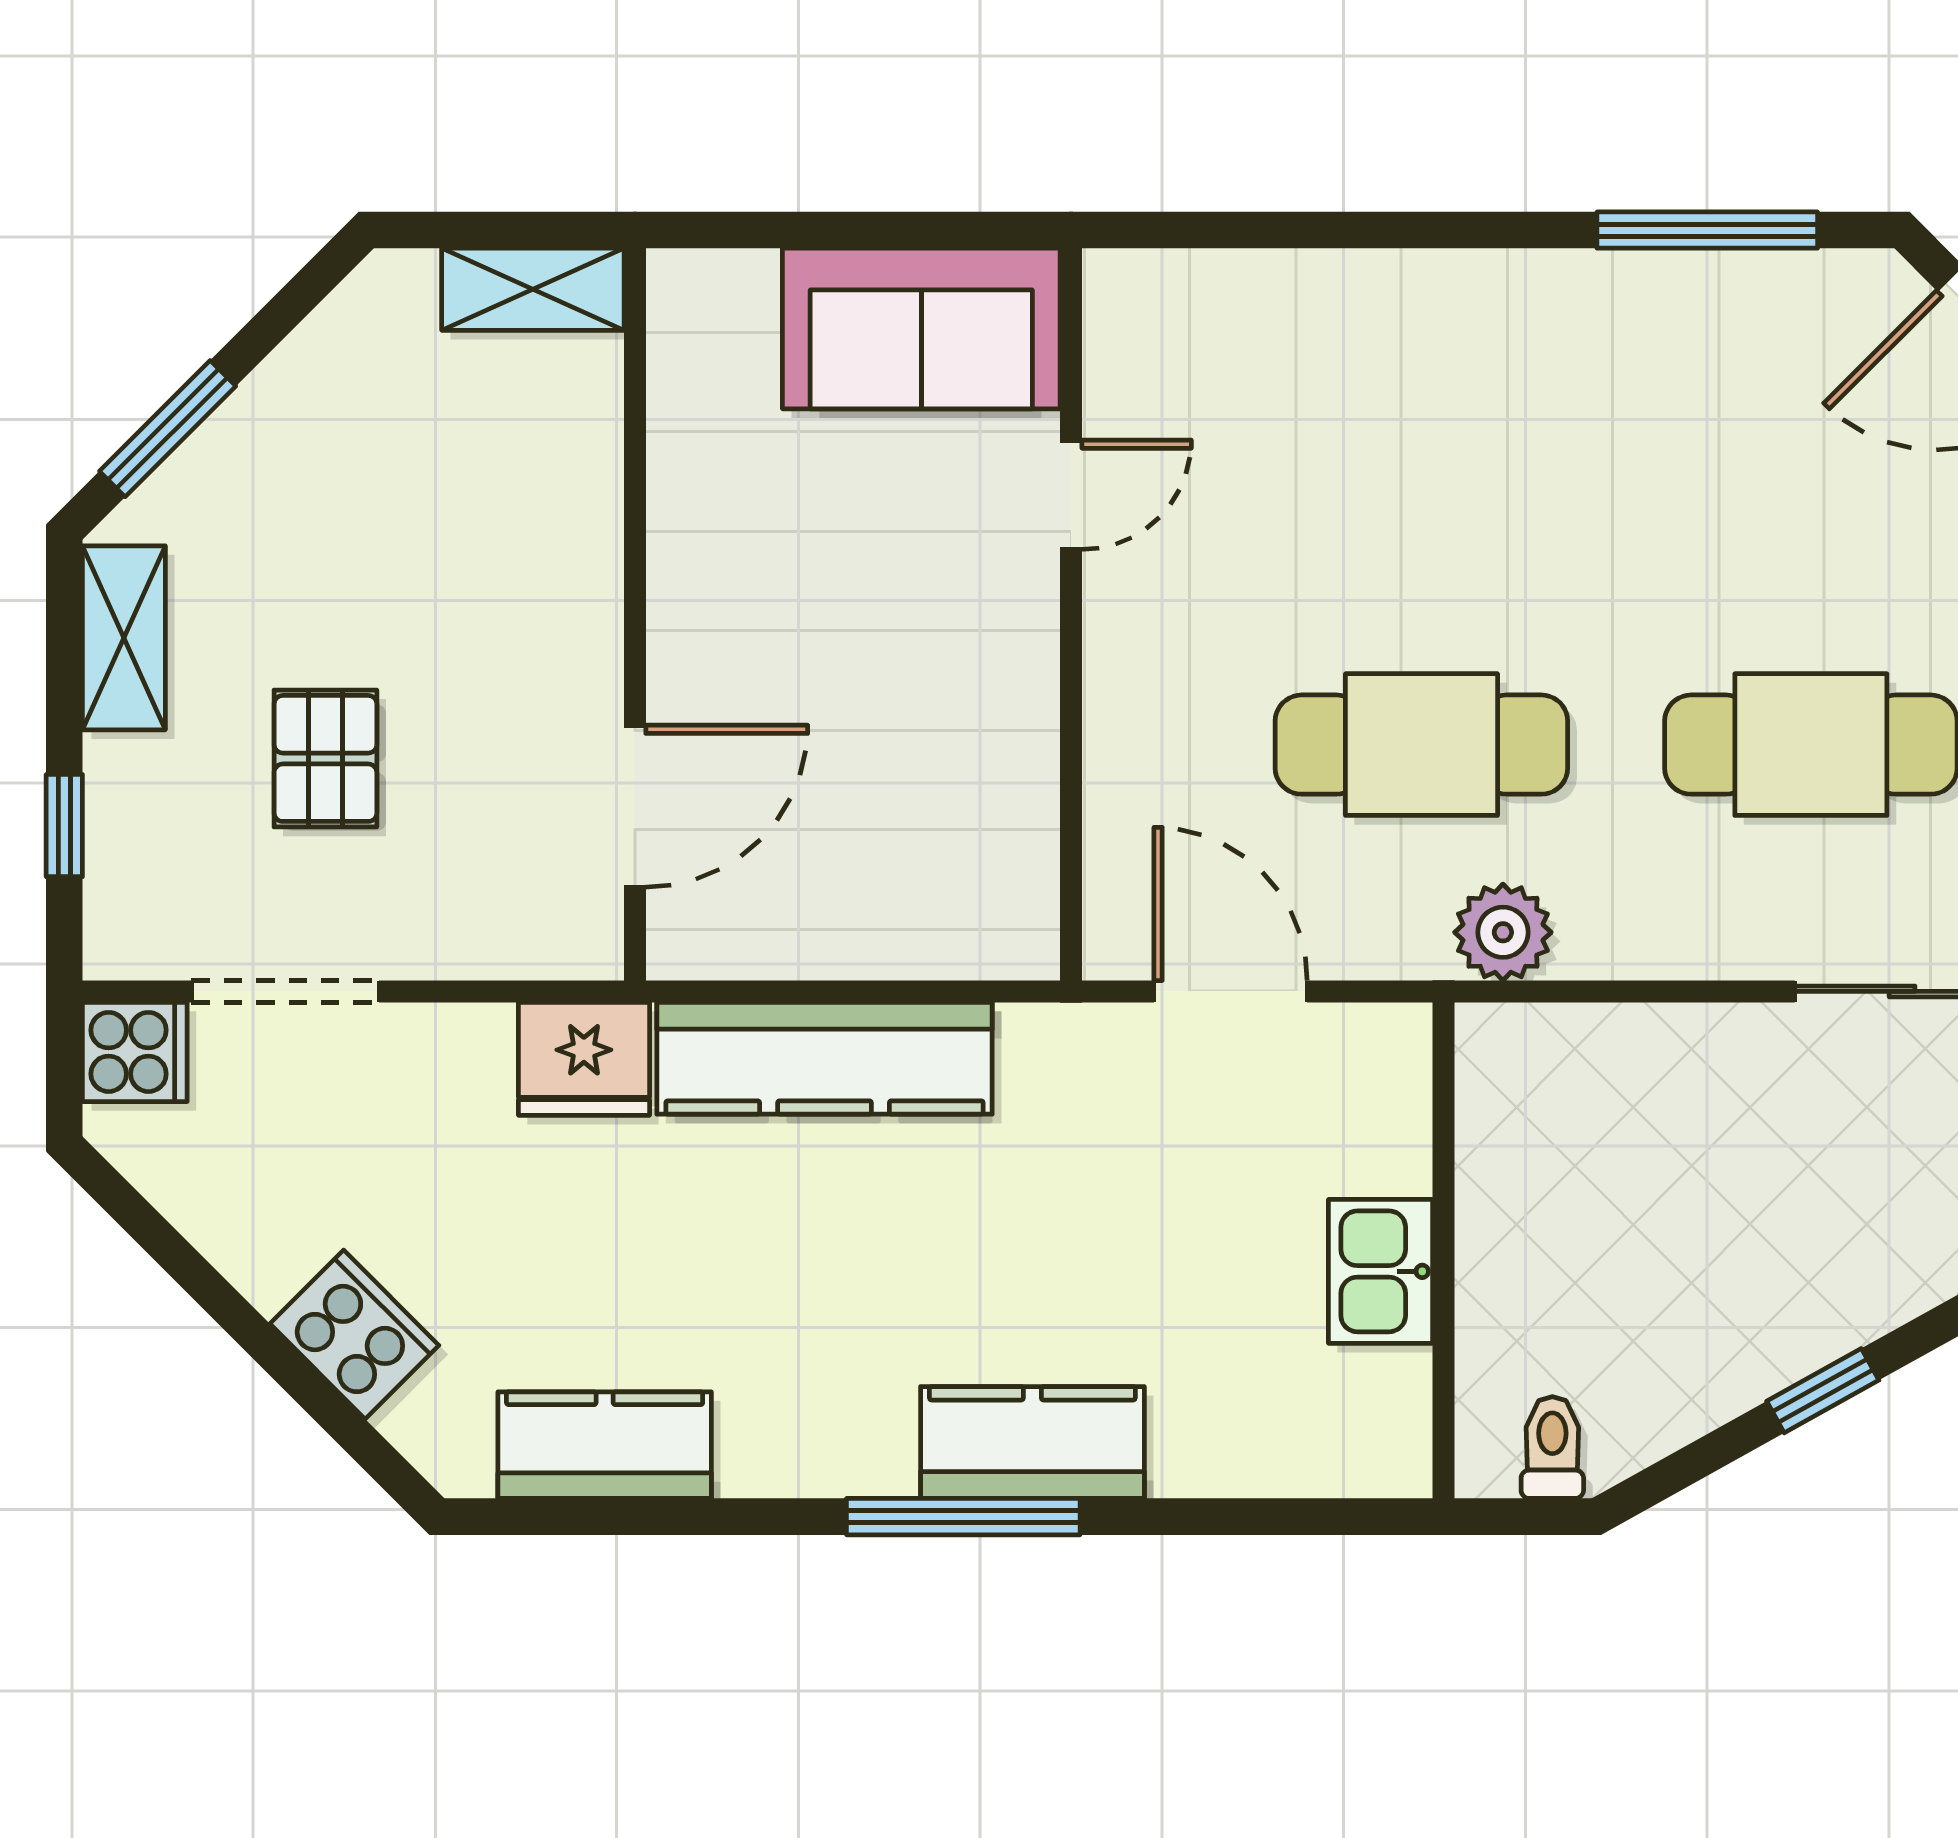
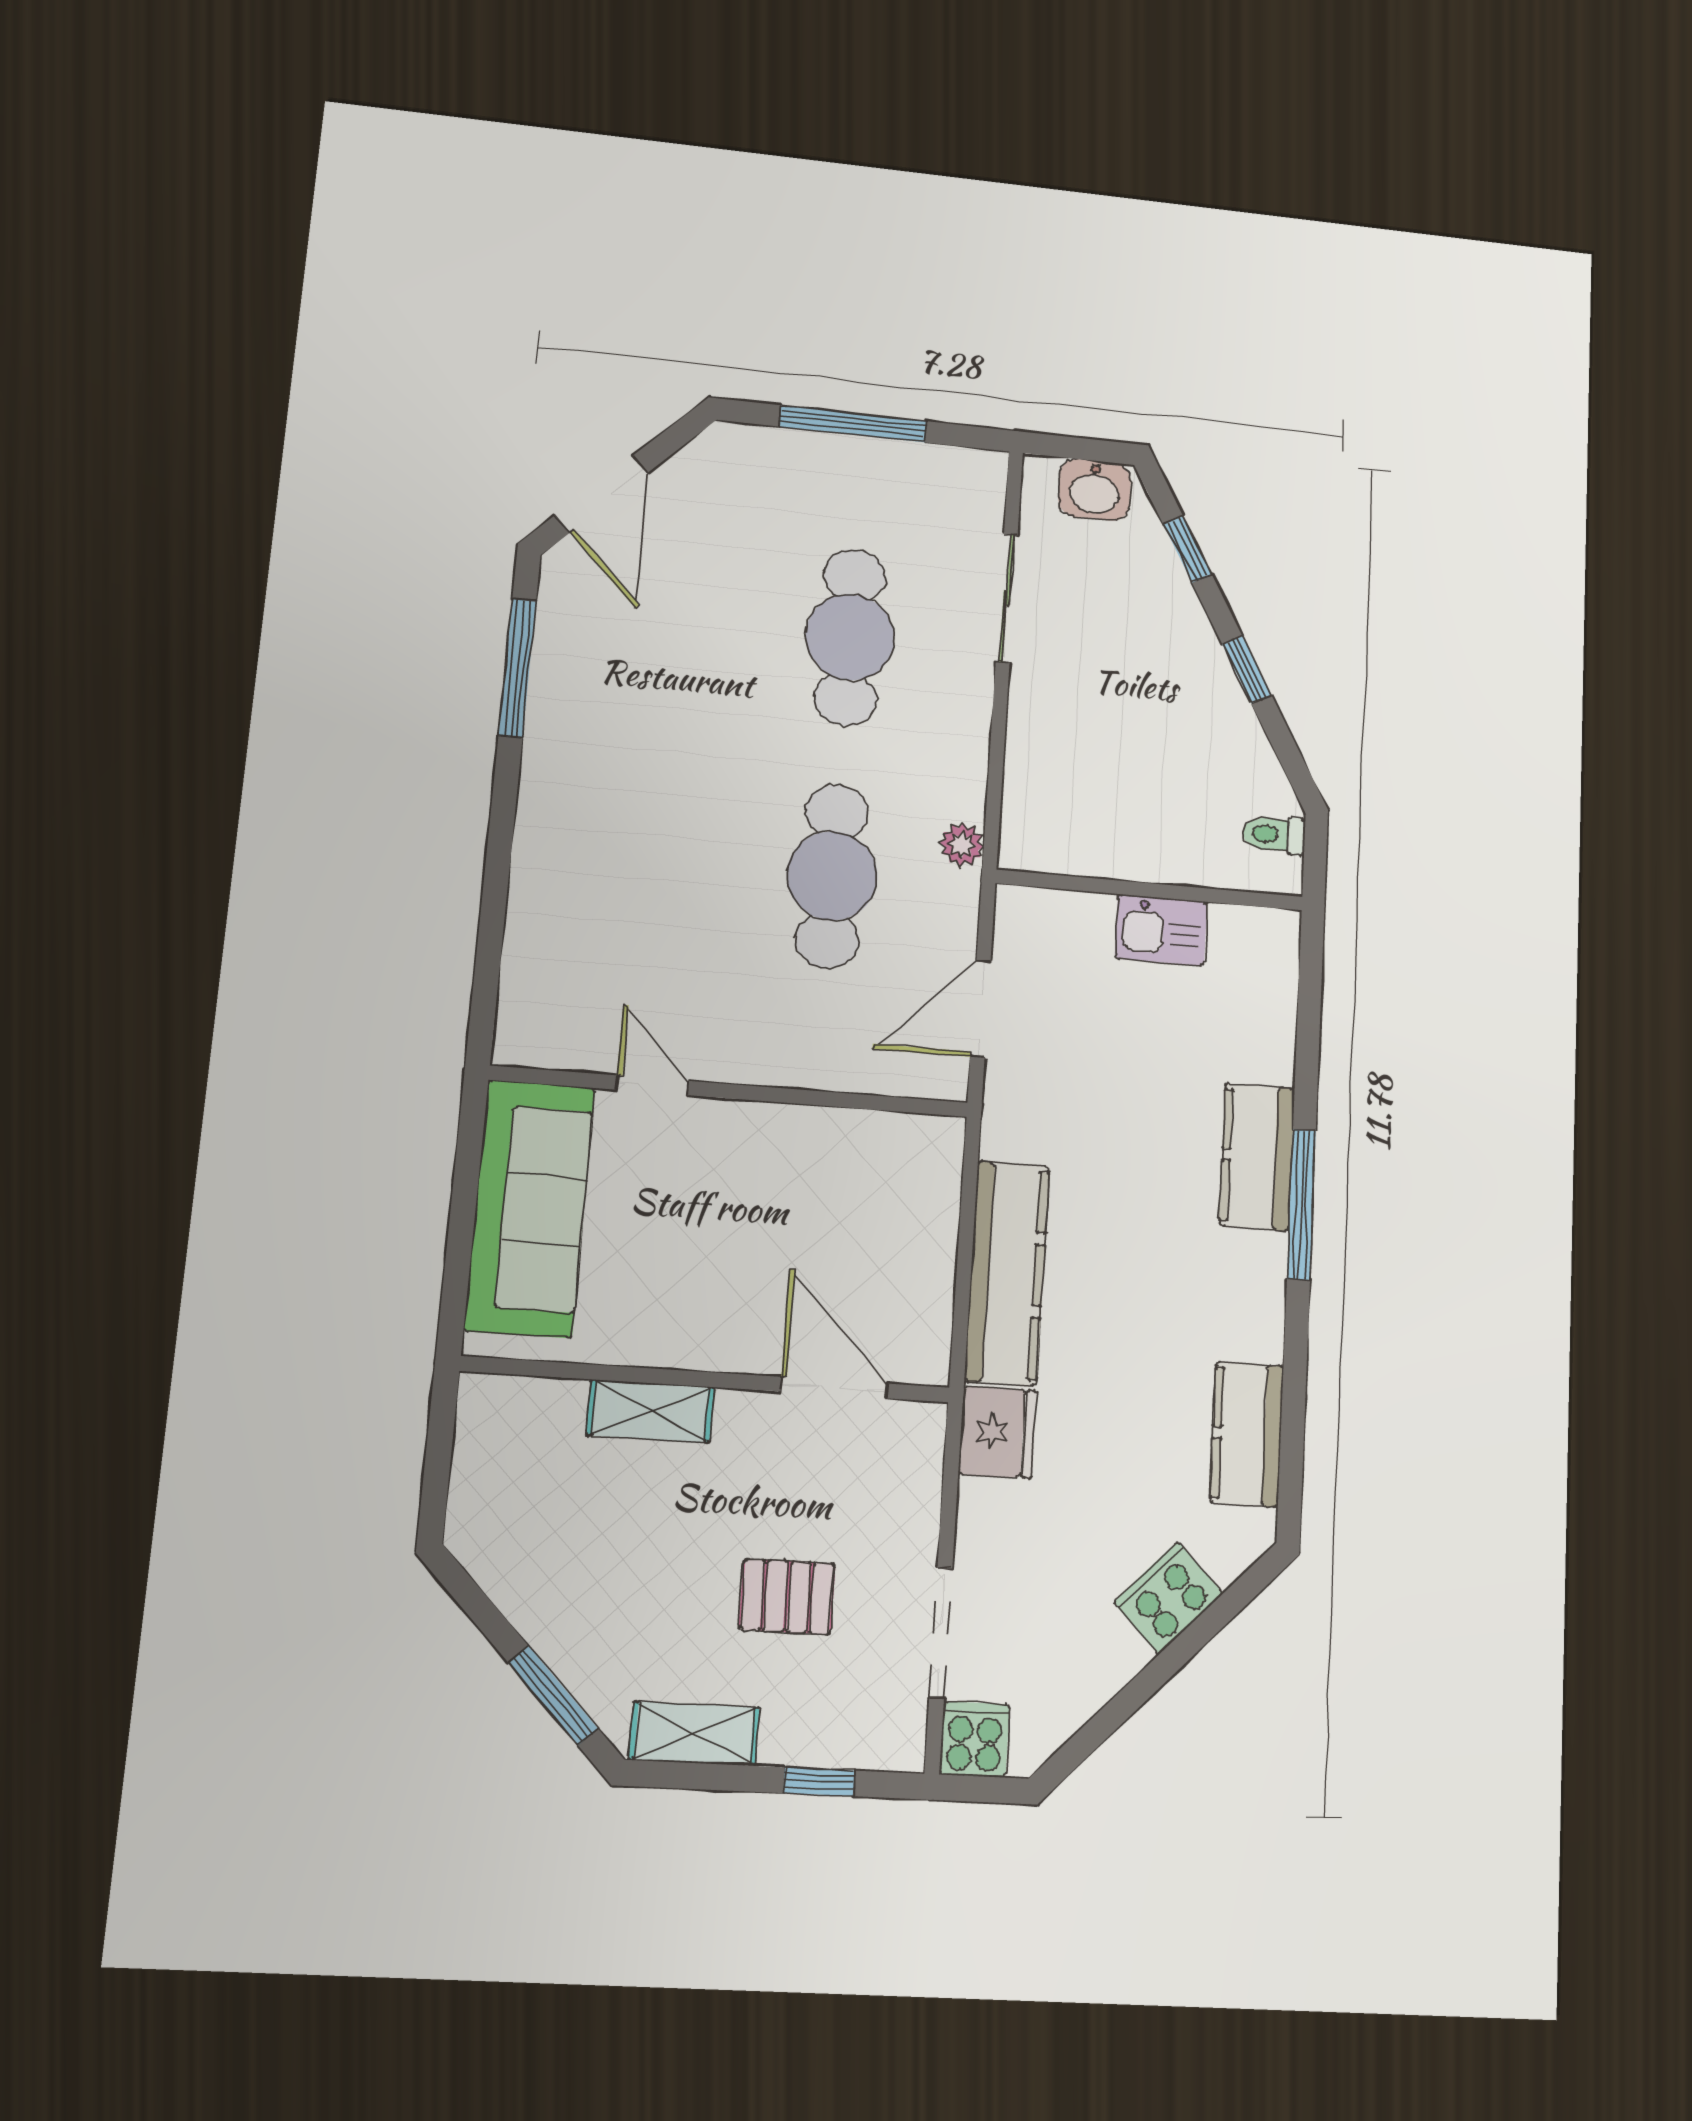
shelving: (533, 289) -> (650, 1411), moved, turned 90
sofa: (921, 329) -> (530, 1208), width x1.36
plant: (1503, 932) -> (962, 845), width x0.73, depth x0.73

